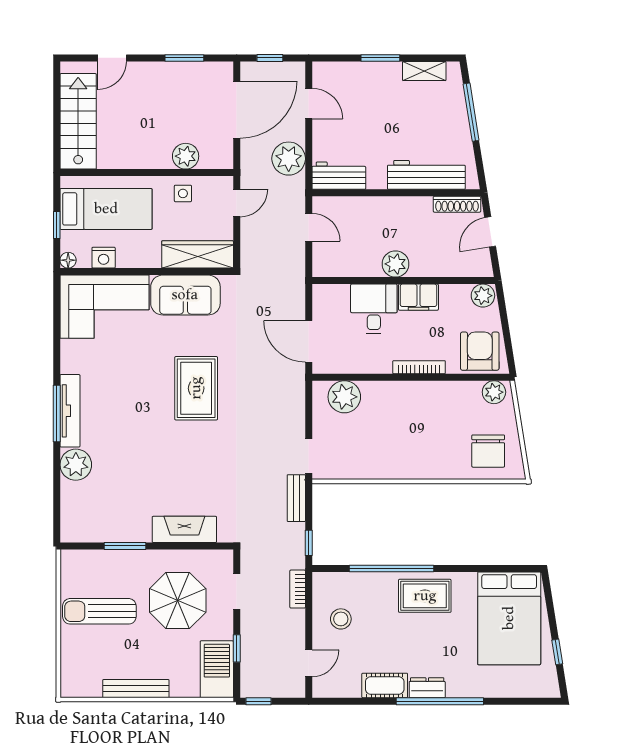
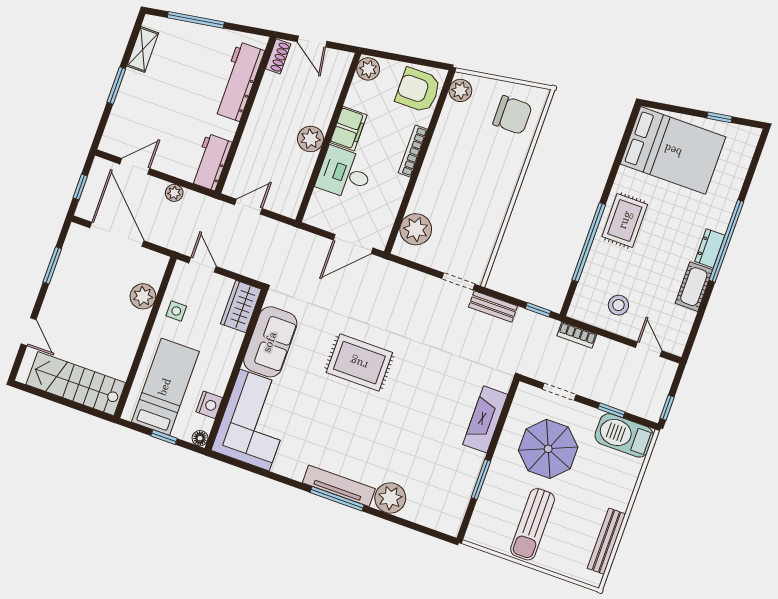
plant: (289, 159) -> (174, 193), width x0.53, depth x0.53
shoe rack: (457, 204) -> (278, 56), width x0.70
wardrobe: (198, 254) -> (241, 307), width x0.67
bench: (136, 689) -> (606, 541), moved

